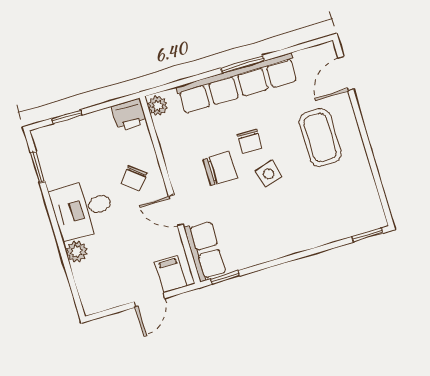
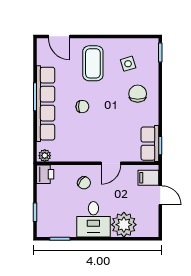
coffee table: (320, 137) -> (93, 63), turned 90
chair: (220, 168) -> (138, 94), moved
side table: (269, 174) -> (128, 64), moved
row of seats: (205, 251) -> (150, 144), moved, turned -90
plant: (77, 252) -> (124, 225), width x1.88, depth x1.88

